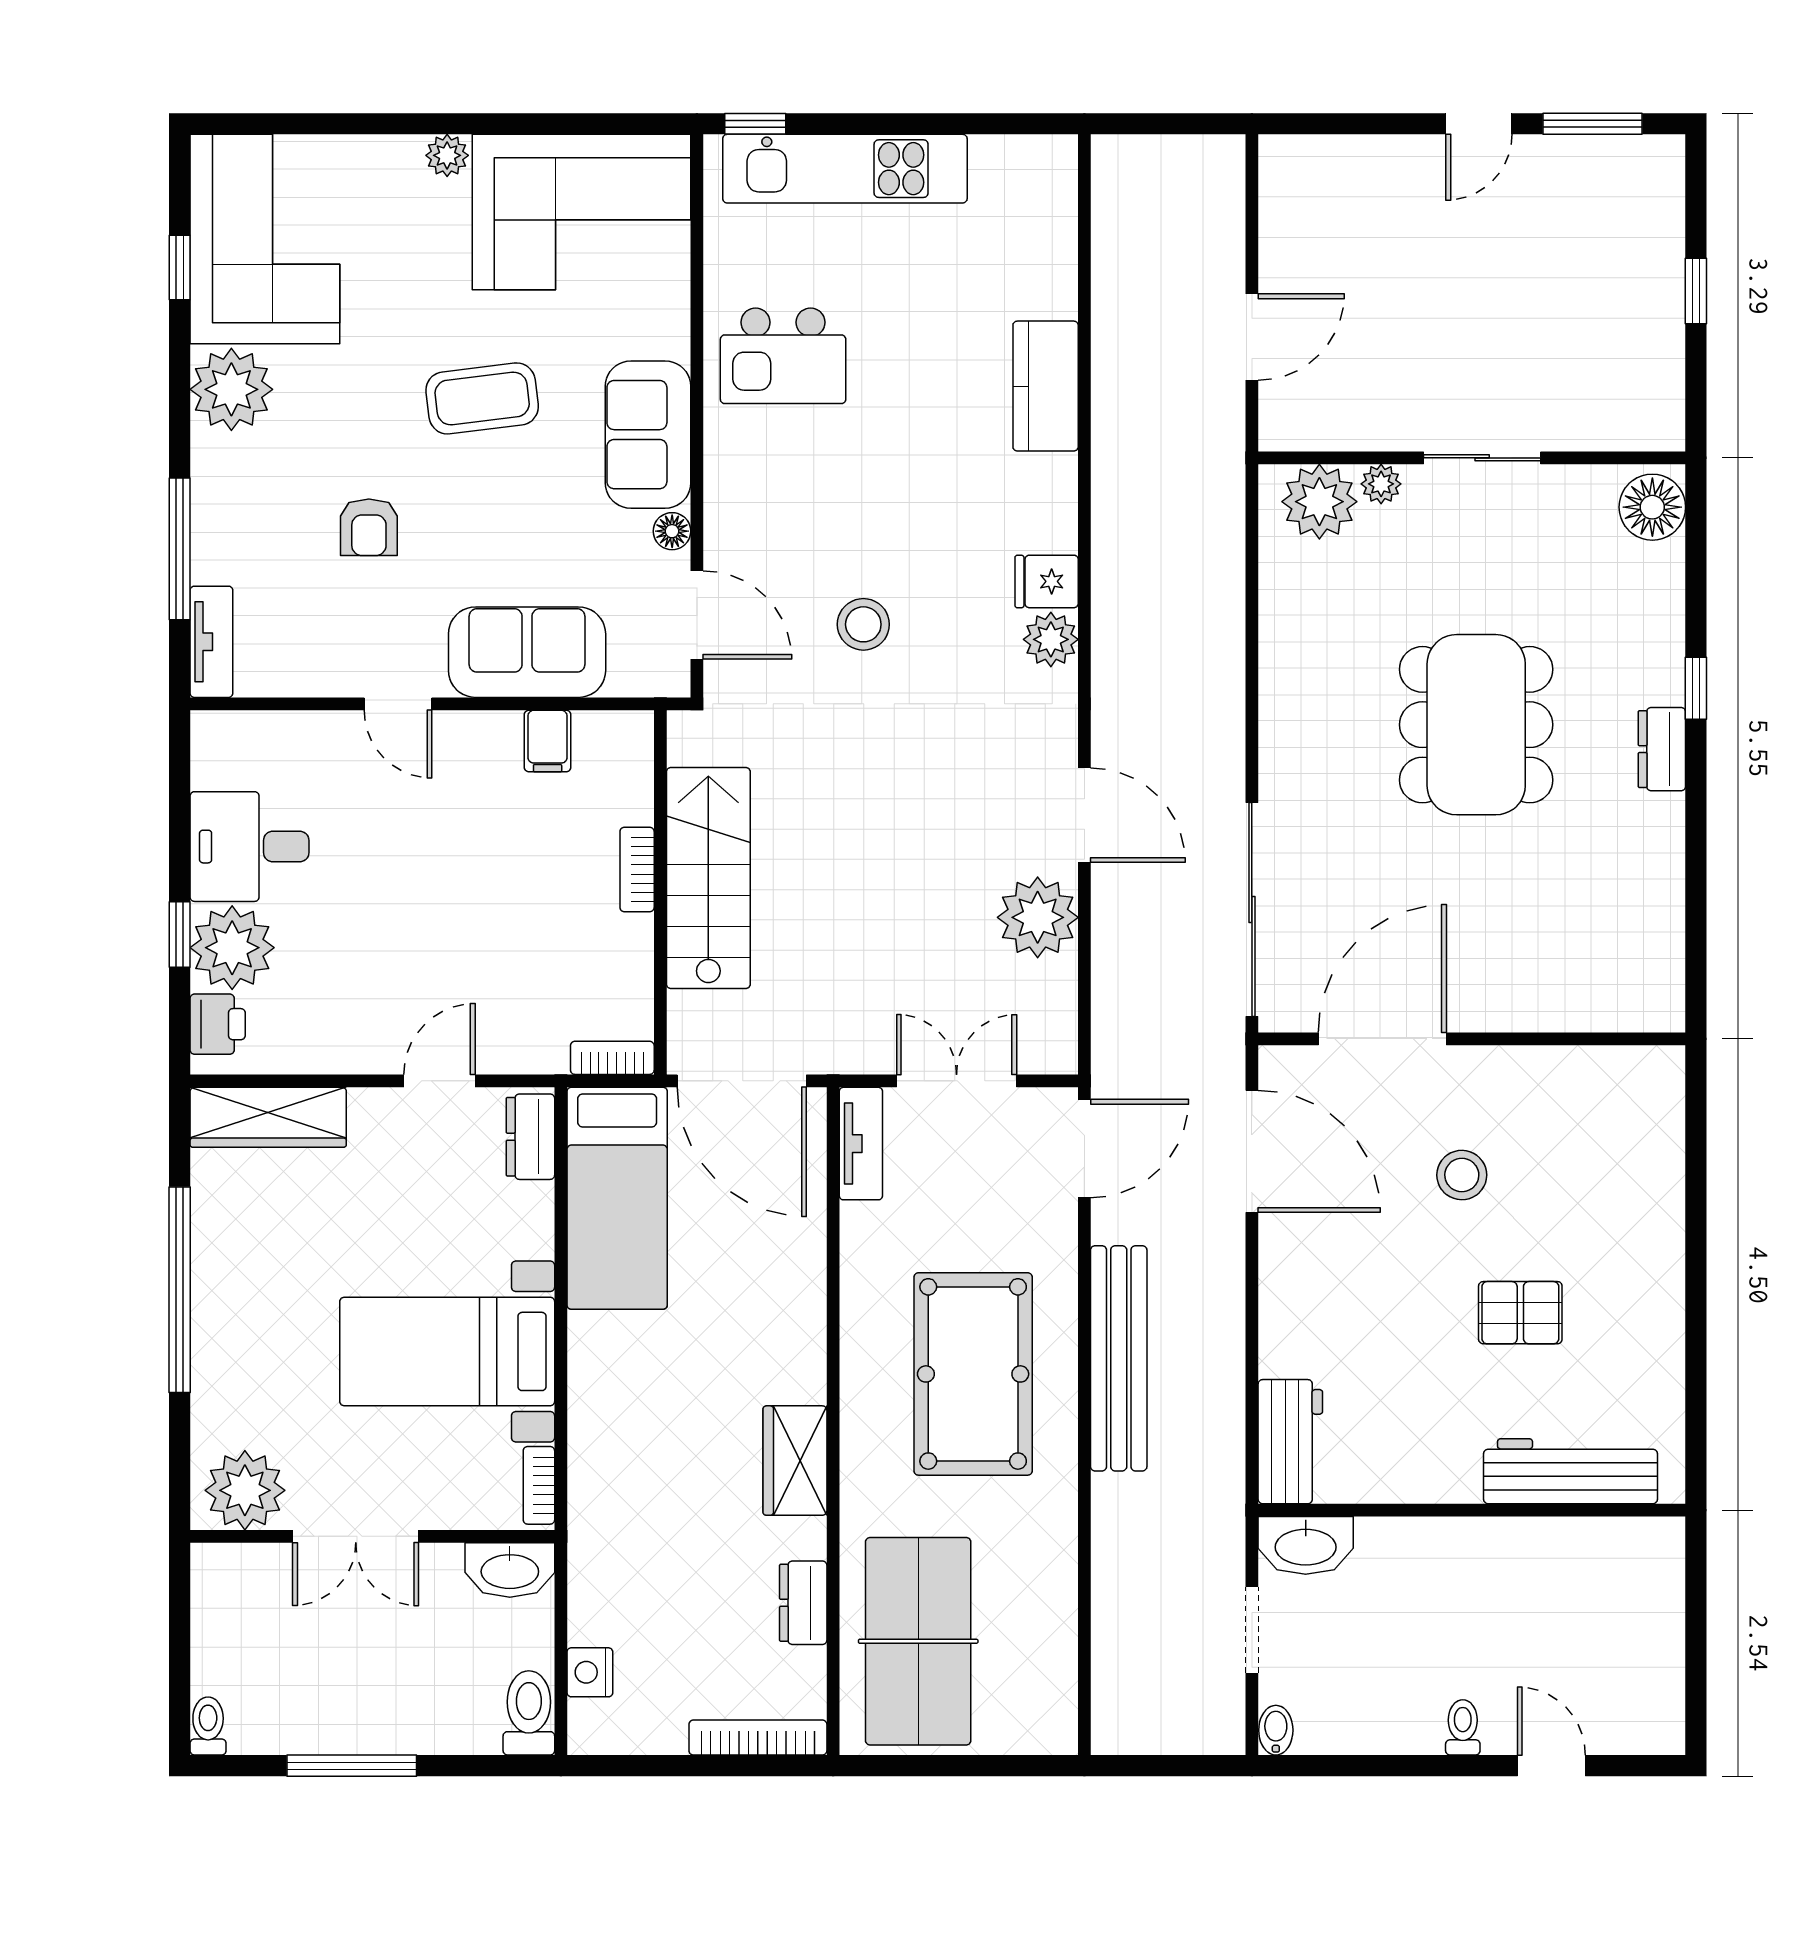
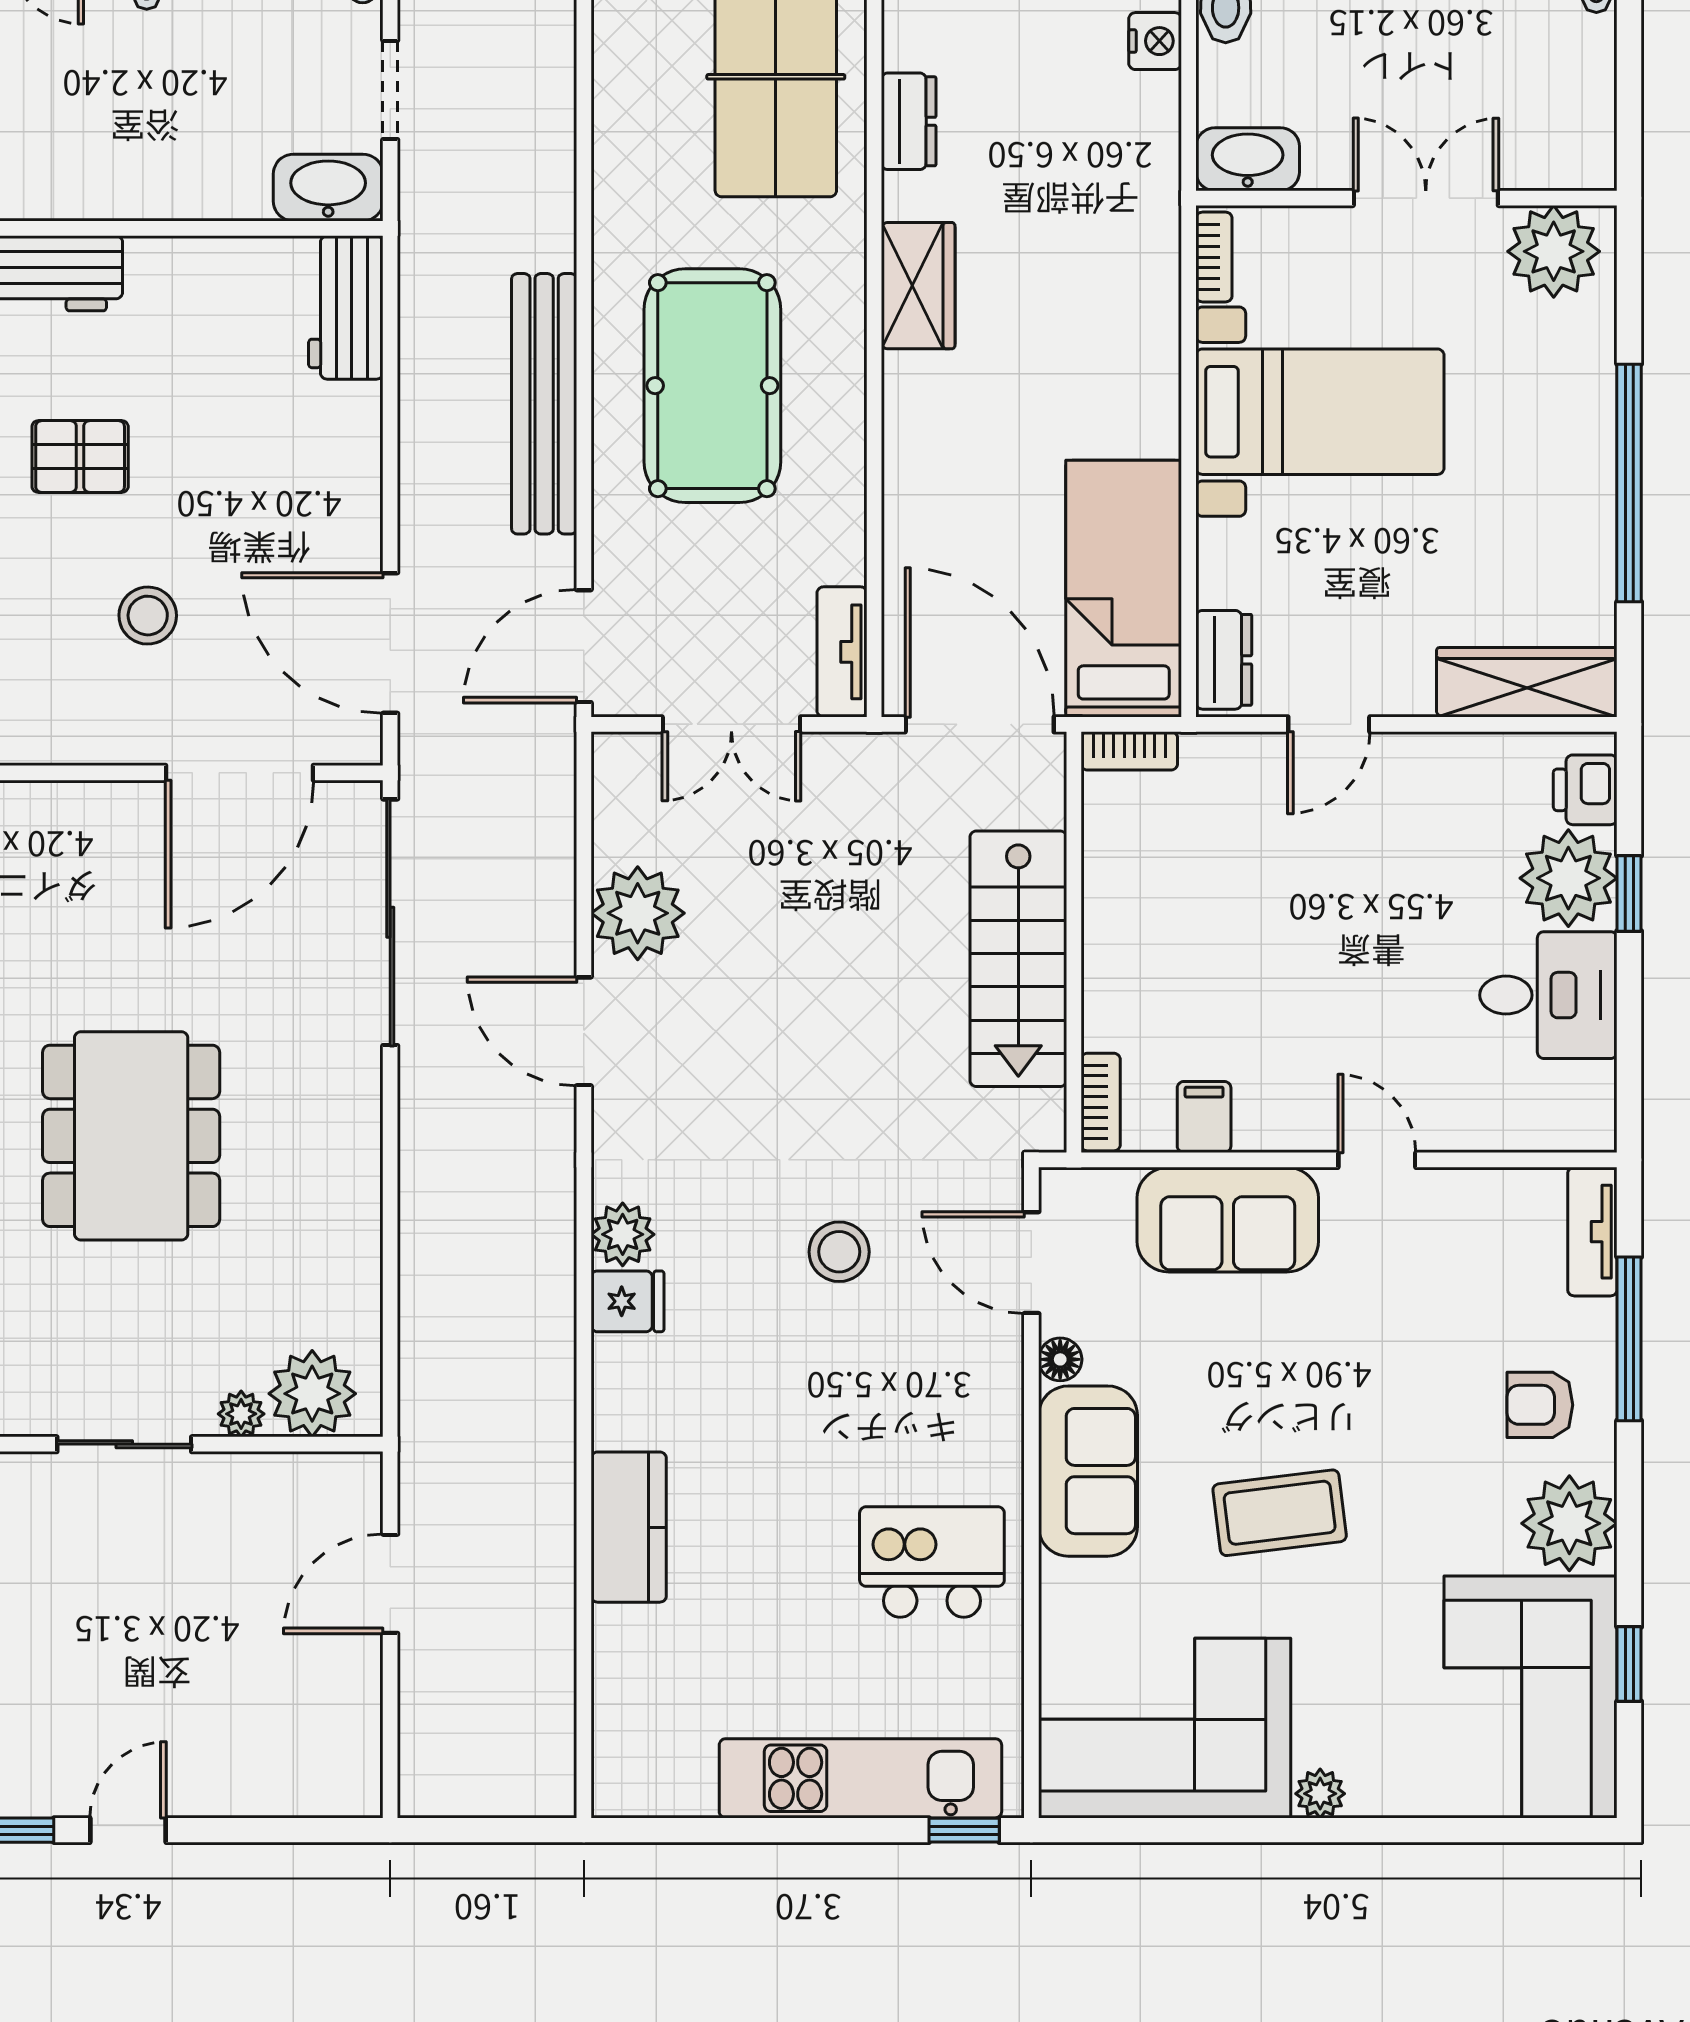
armchair: (369, 527) -> (1540, 1405), moved, turned -90
bookcase: (637, 869) -> (1101, 1102), moved

